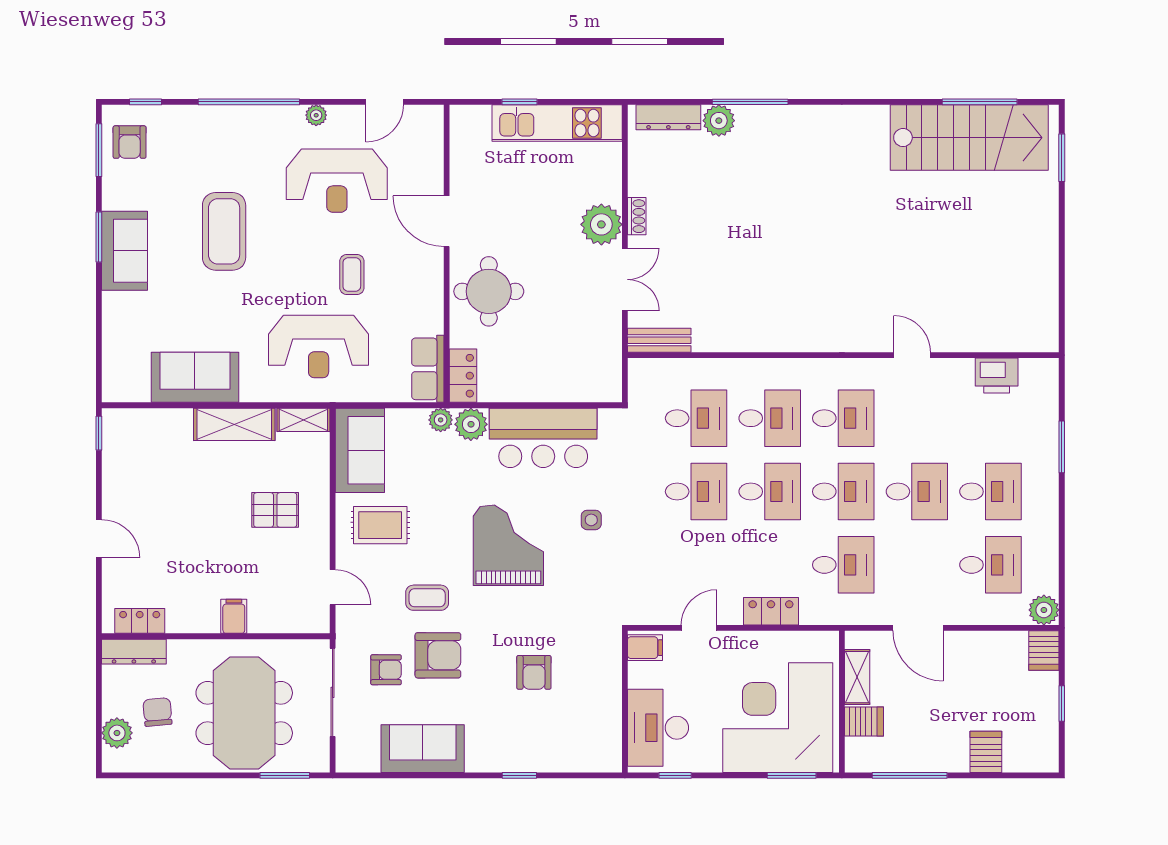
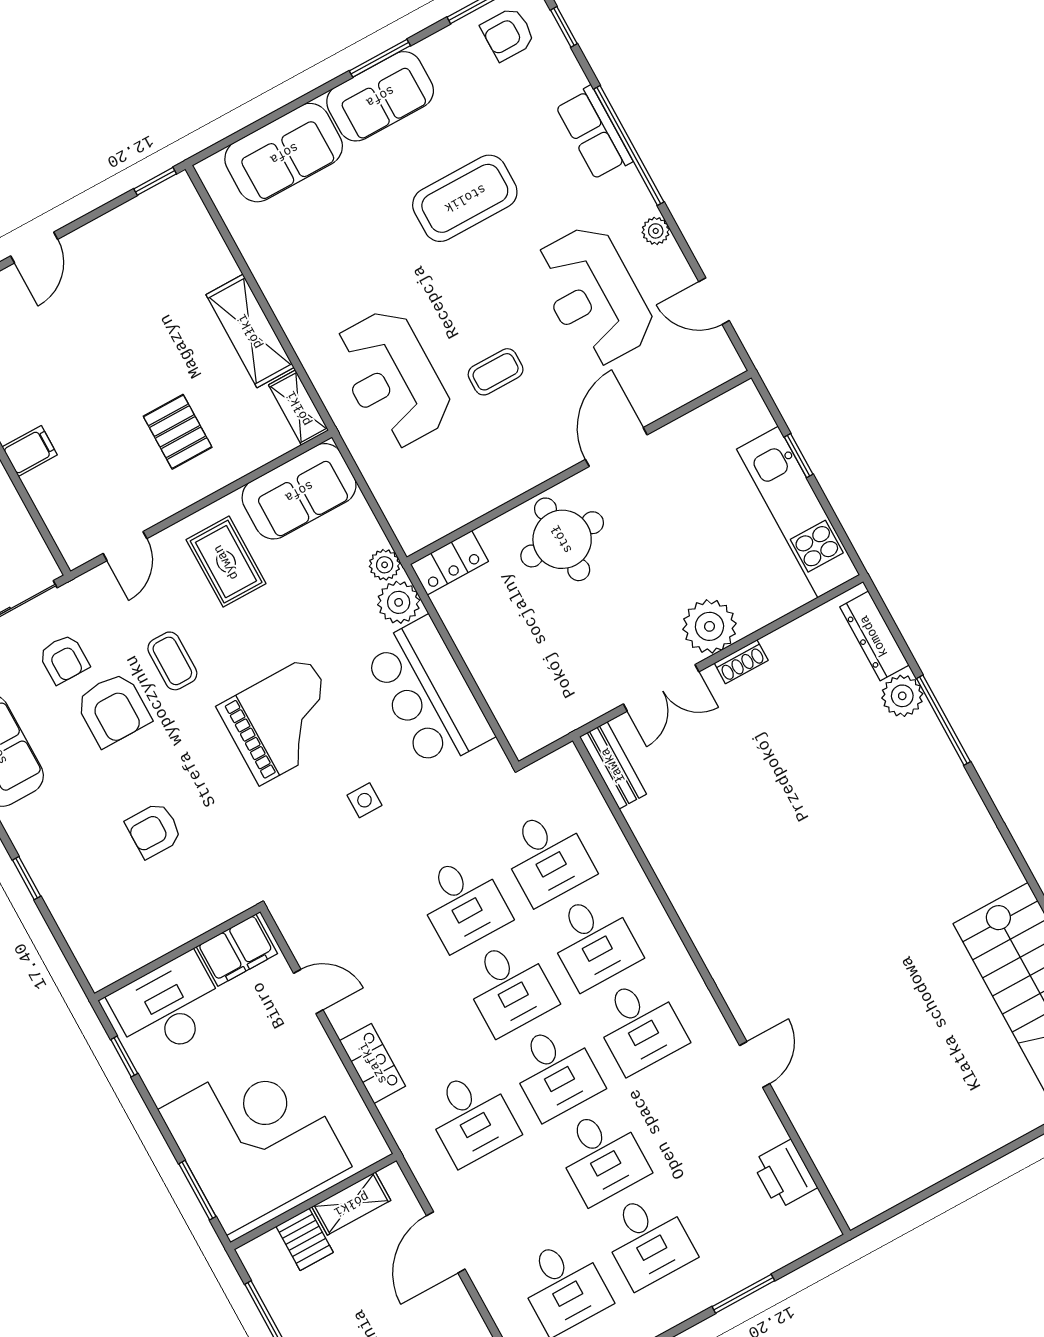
row of seats: (428, 369) -> (594, 133), moved, turned -90
sofa: (195, 377) -> (284, 153), moved, turned 90
filing cabinet: (645, 648) -> (237, 950), width x2.00

